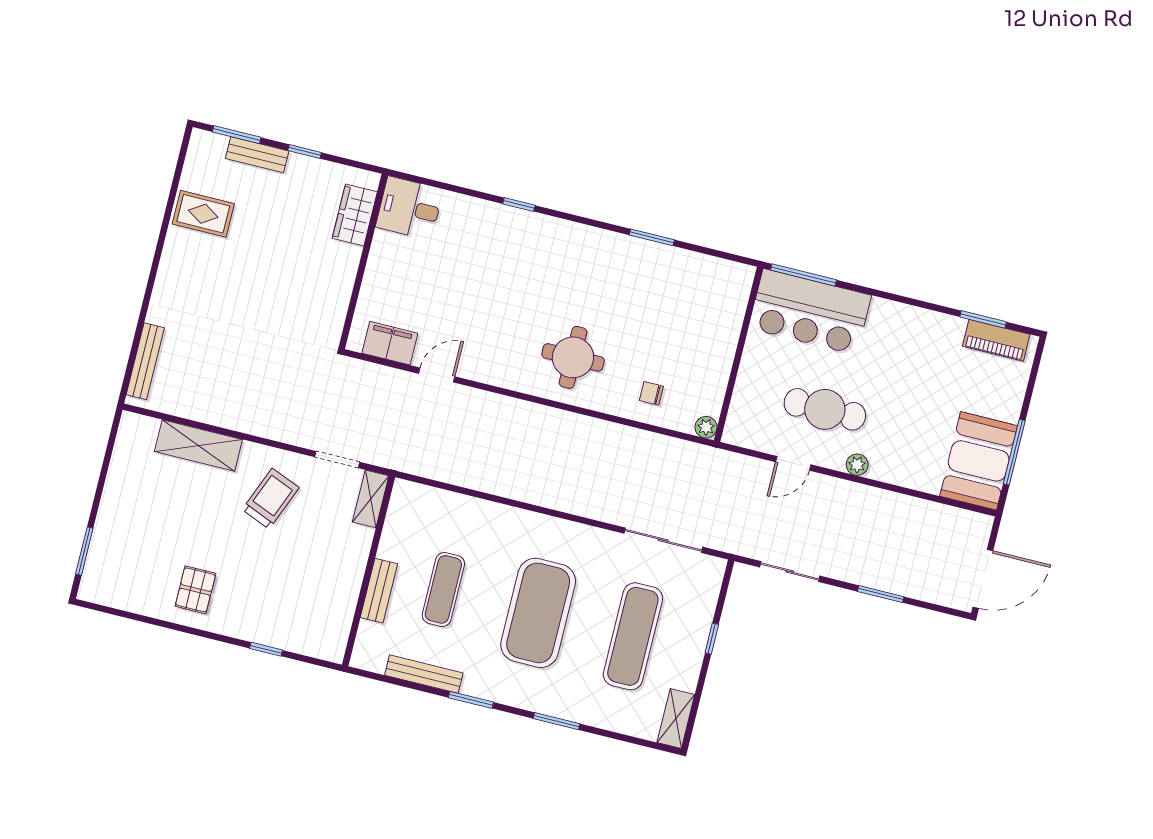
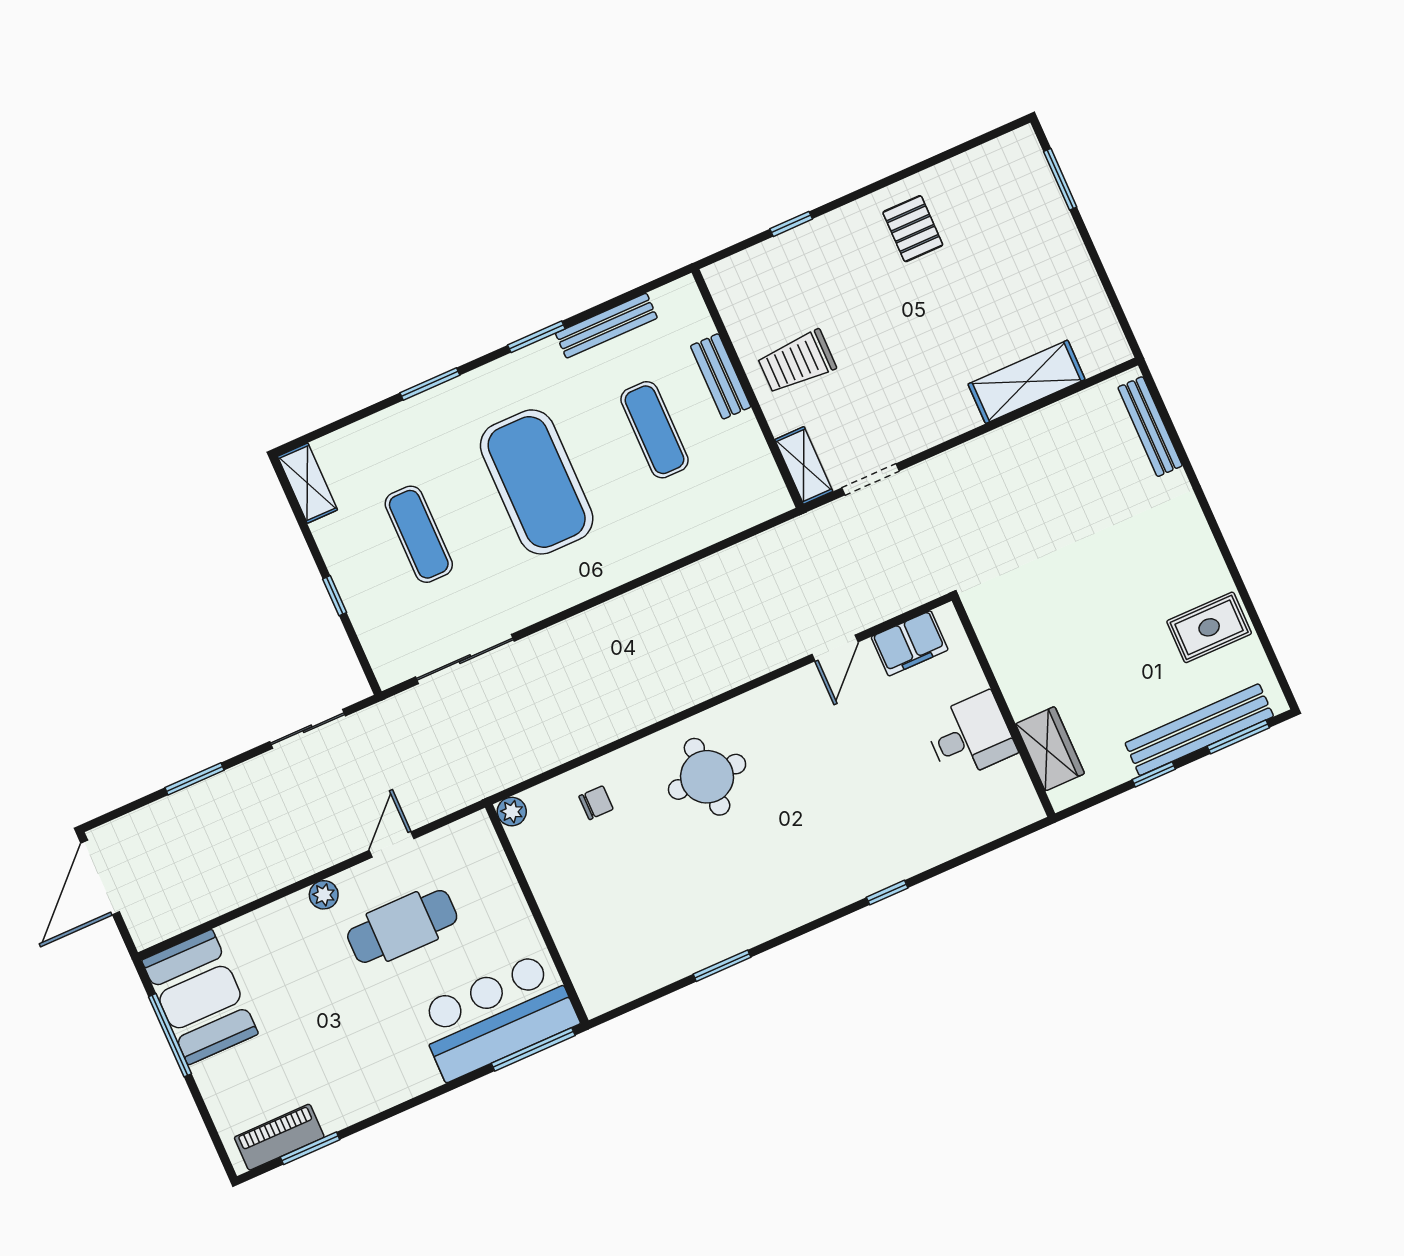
bench: (257, 155) -> (1199, 730), width x1.86, depth x1.21
desk: (409, 208) -> (970, 736), moved
trolley: (271, 499) -> (797, 362), moved, turned 68
exercise mat: (633, 636) -> (419, 534), width x0.73, depth x0.69

